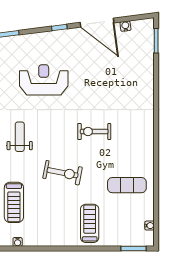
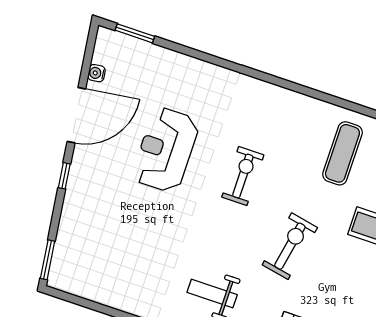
reception desk: (44, 80) -> (166, 150), moved
exercise bike: (94, 132) -> (243, 176), turned 180

